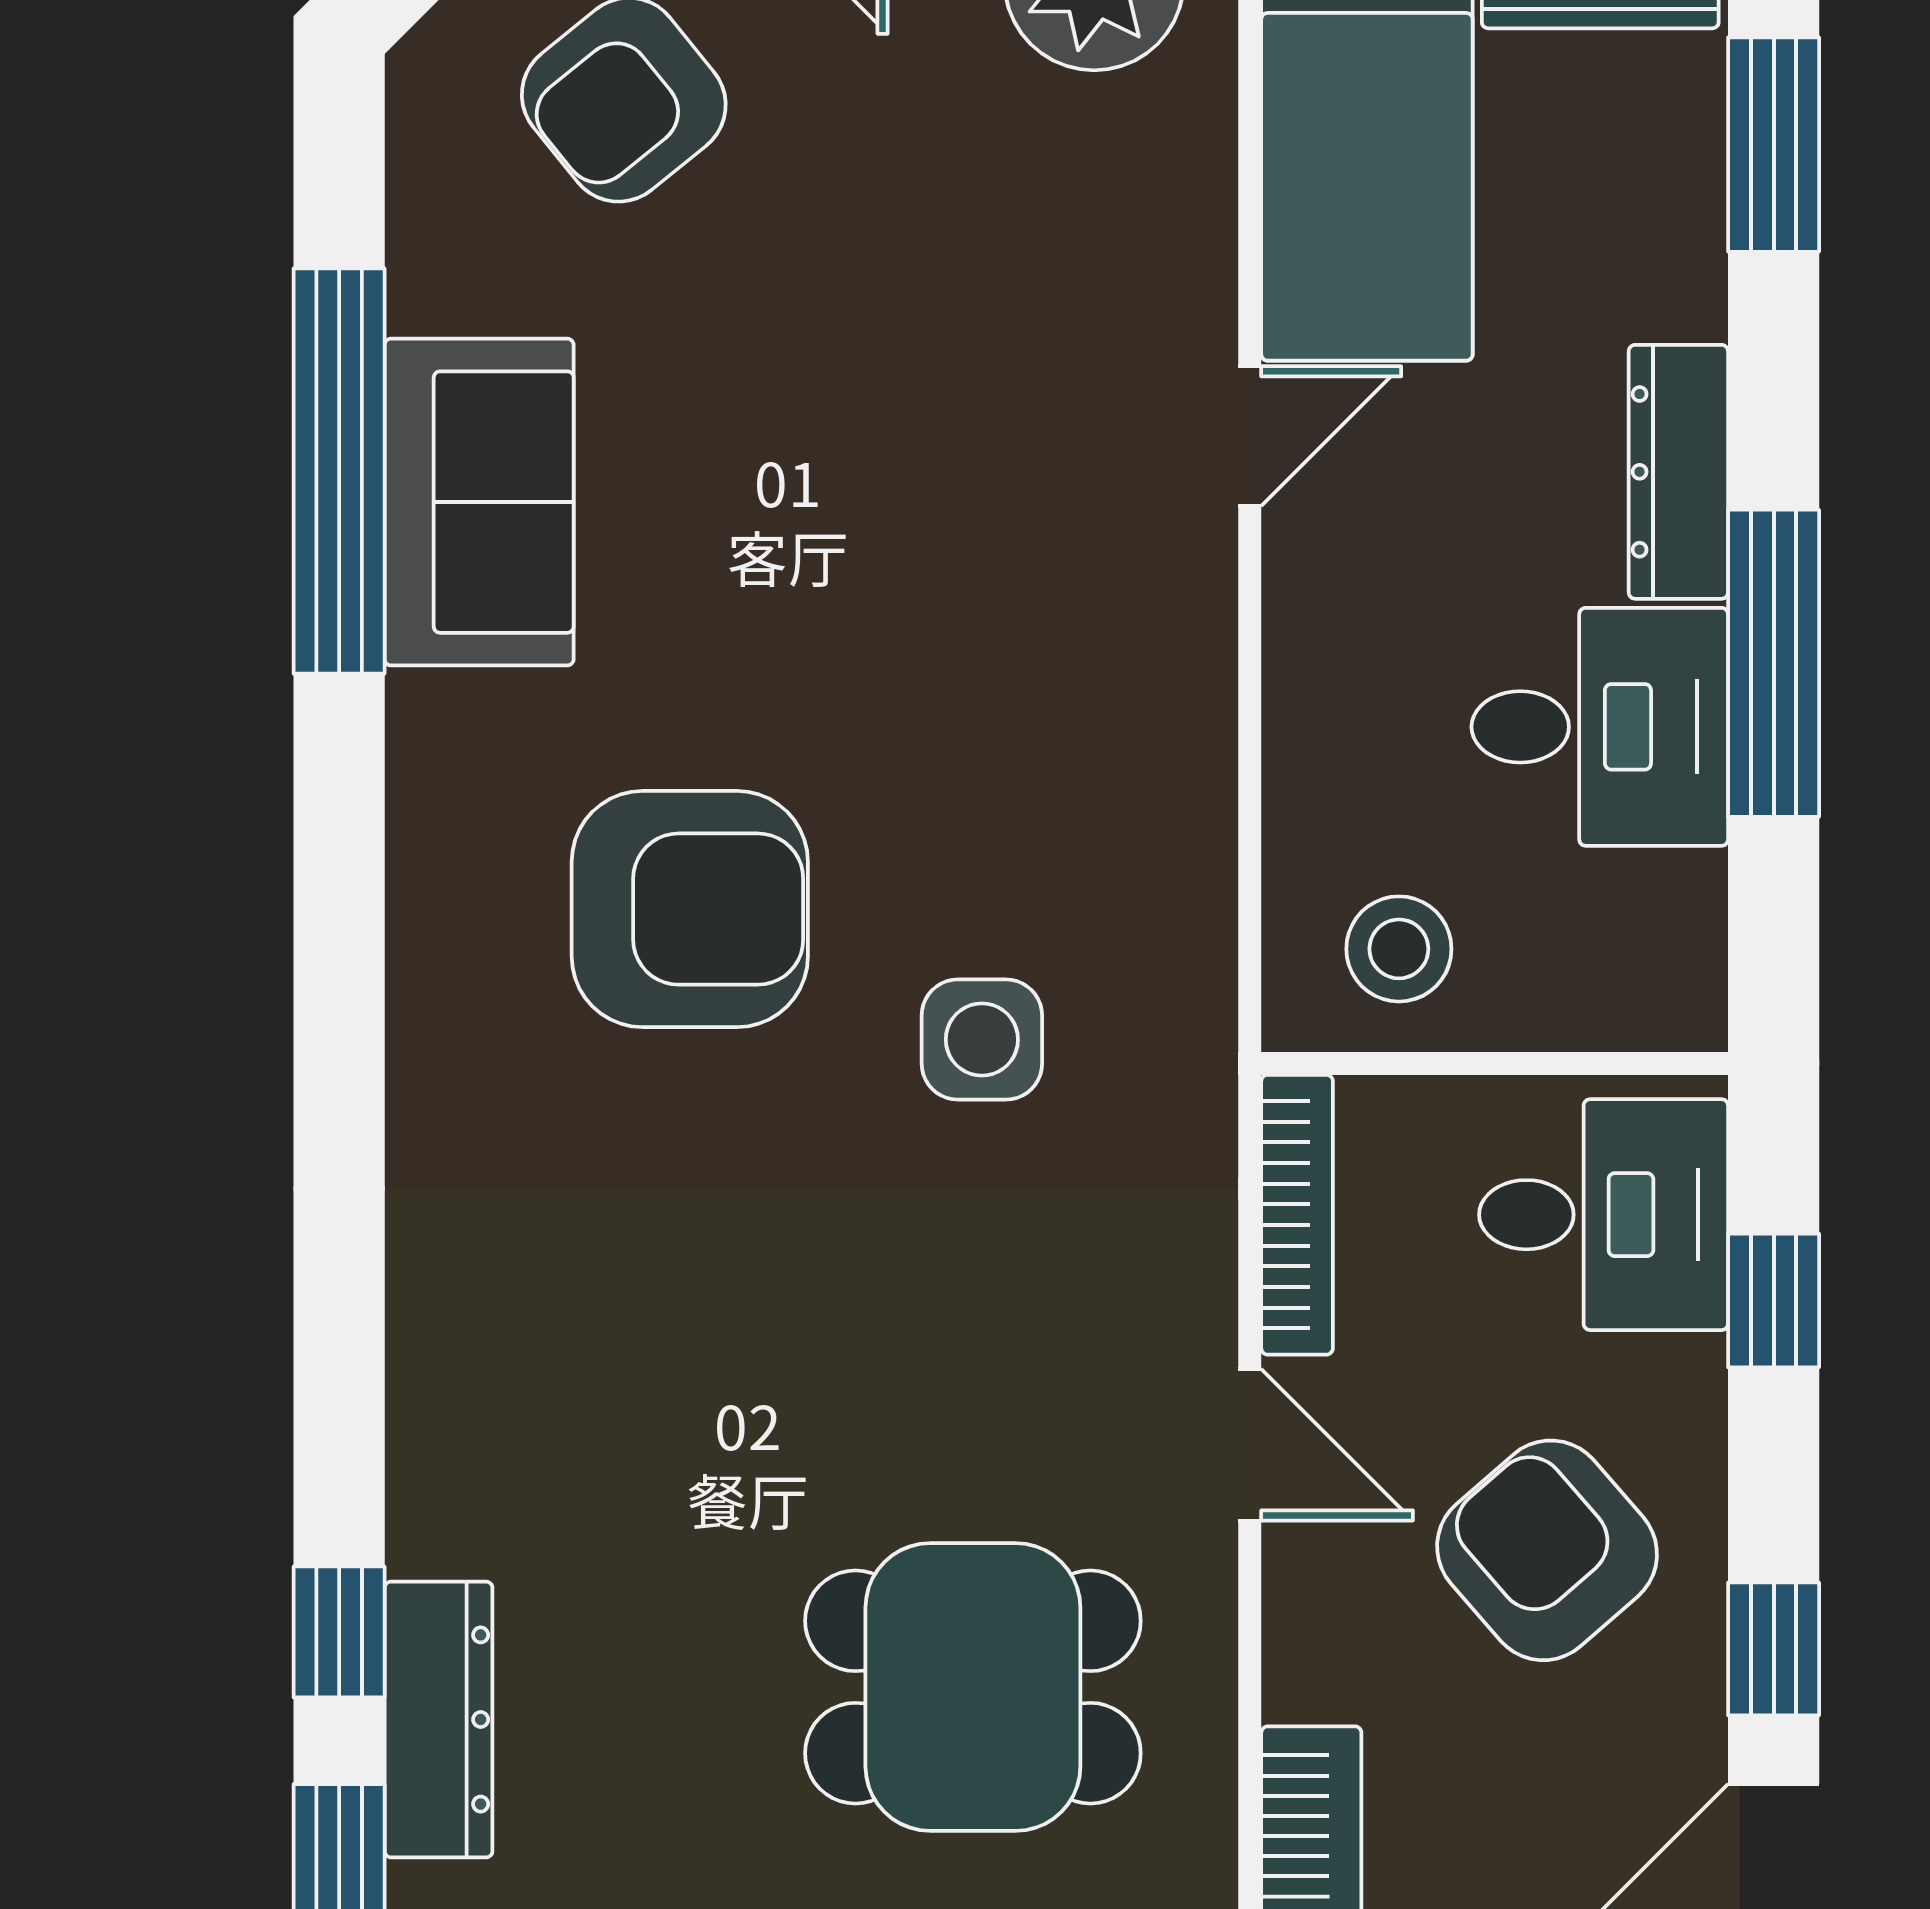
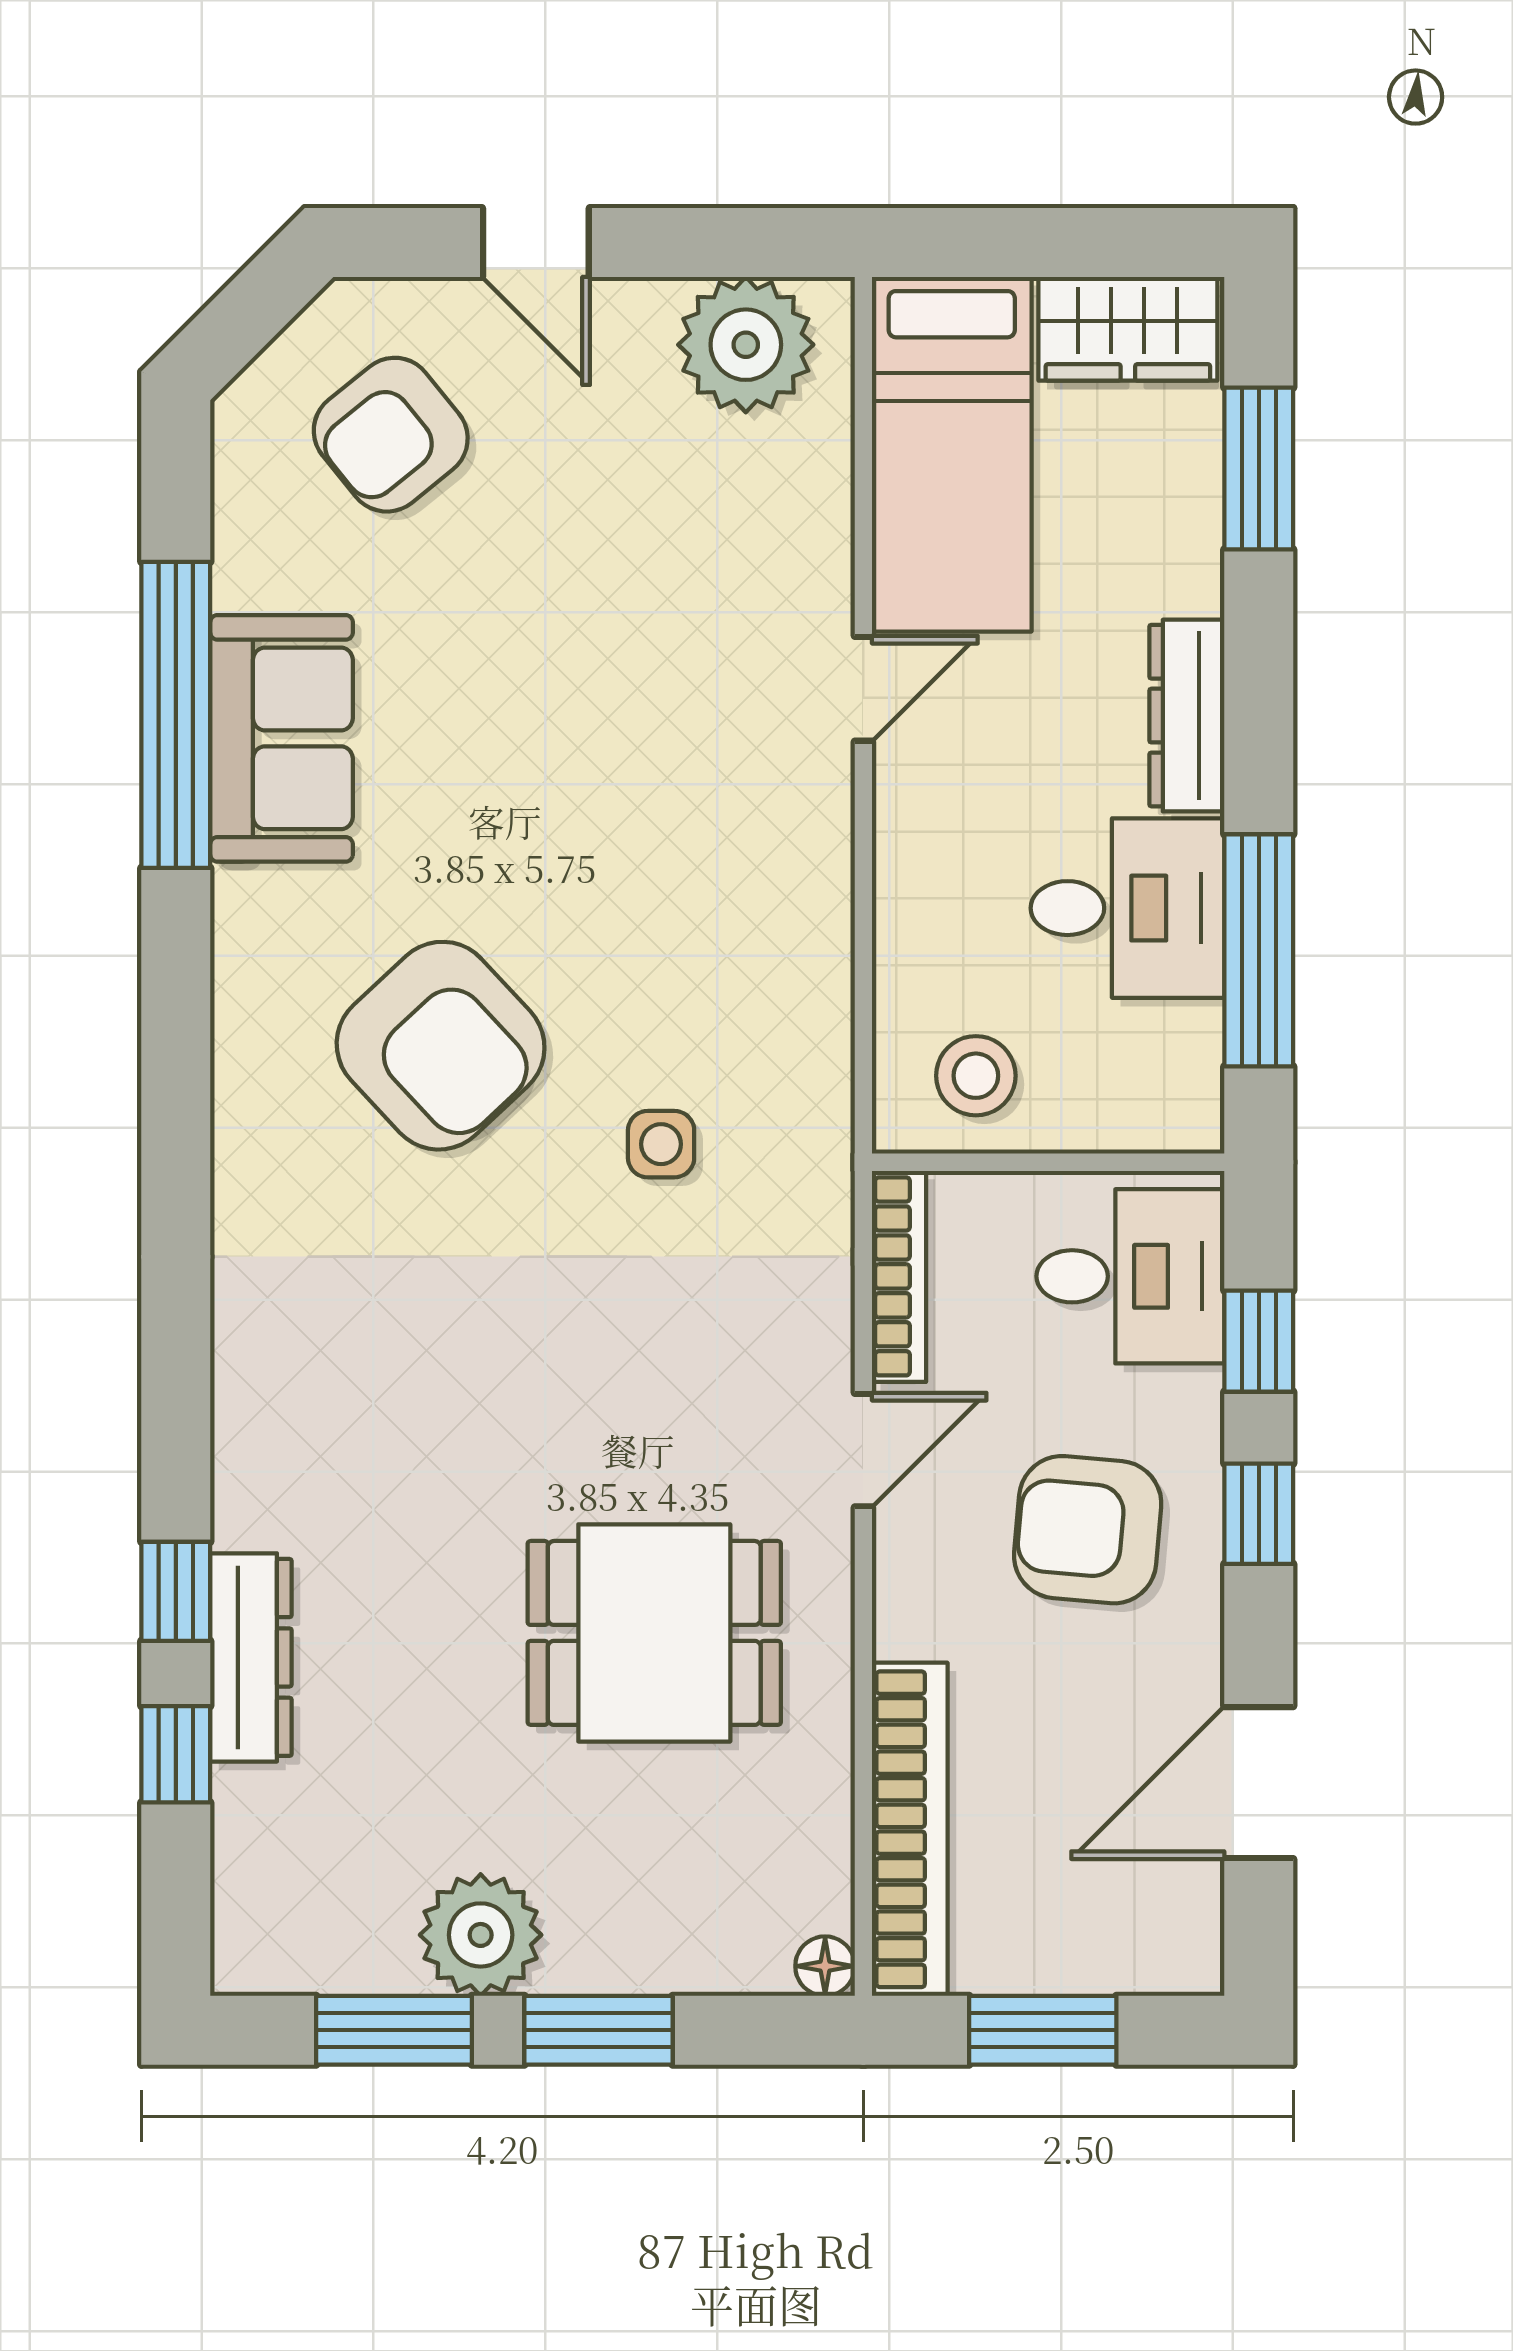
window: (1774, 663) -> (1259, 950), moved
armchair: (690, 909) -> (441, 1046), turned 47
side table: (982, 1040) -> (661, 1144), width x0.73, depth x0.73
door: (1250, 1445) -> (863, 1450), hinge flipped
armchair: (1547, 1550) -> (1088, 1530), turned -44
window: (1774, 1649) -> (1259, 1514), moved

